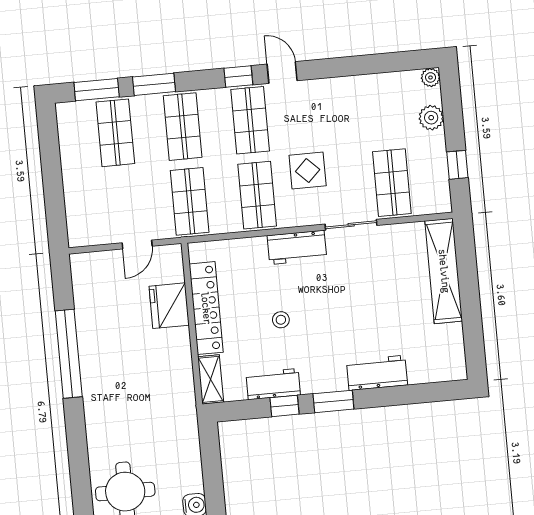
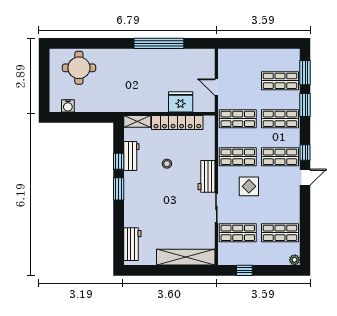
shop shelf: (385, 108) -> (280, 233), added
plant: (431, 118) -> (272, 258), removed
workbench: (377, 373) -> (132, 244), moved

